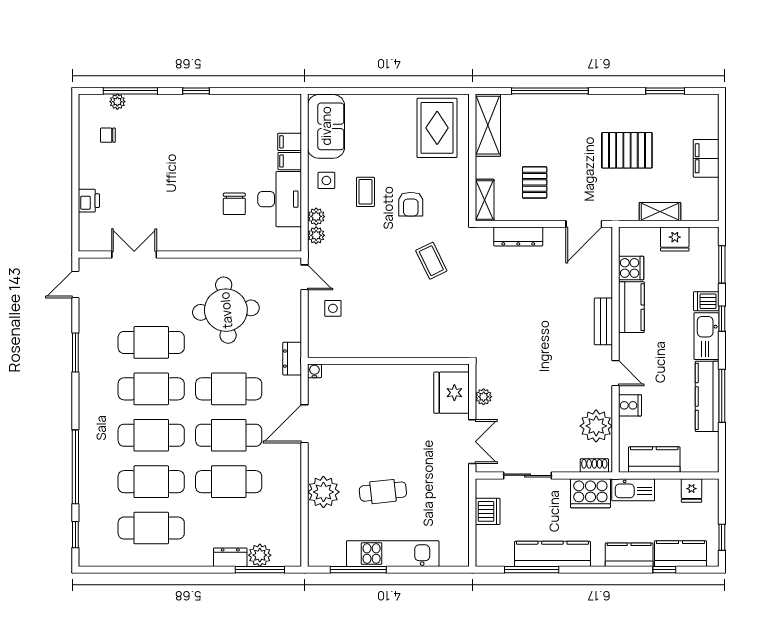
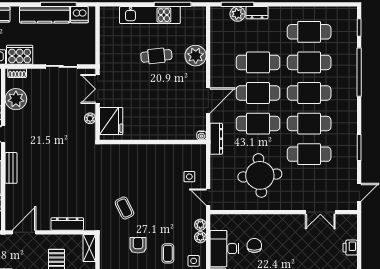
dresser: (292, 359) -> (216, 139), width x1.44
dishwasher: (488, 511) -> (79, 15), moved, turned -90

